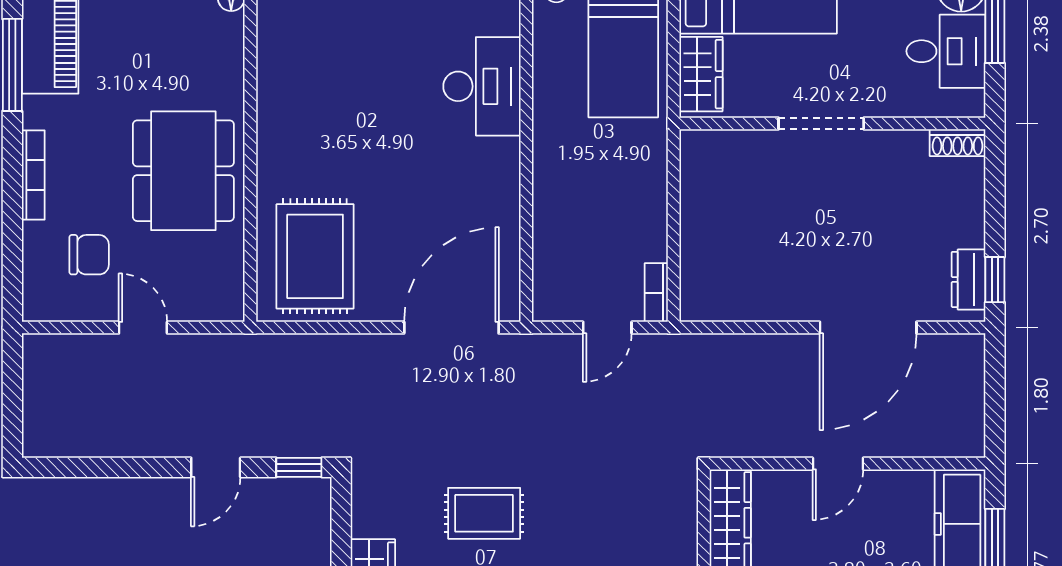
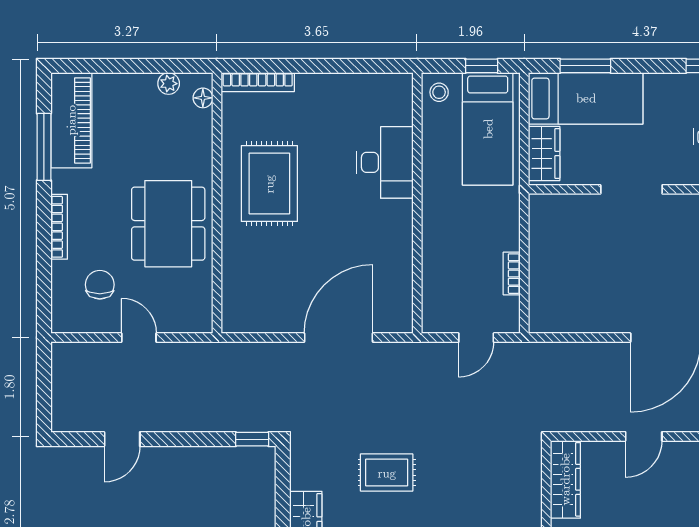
chair: (89, 255) -> (100, 285), turned -90
rug: (315, 256) -> (269, 184), moved
bookcase: (656, 293) -> (512, 274), moved
door: (451, 328) -> (339, 338), moved
door: (216, 467) -> (122, 439), moved

